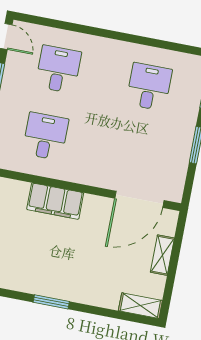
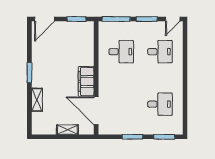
filing cabinet: (55, 201) -> (86, 81), moved
shelving: (140, 306) -> (37, 100), moved

